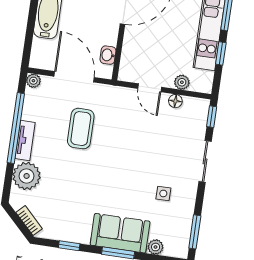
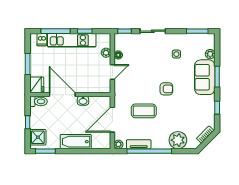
washbasin: (108, 55) -> (83, 101), moved
tv unit: (25, 140) -> (139, 144), moved
armchair: (110, 170) -> (166, 89), added

